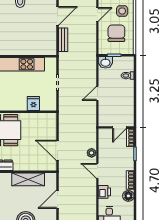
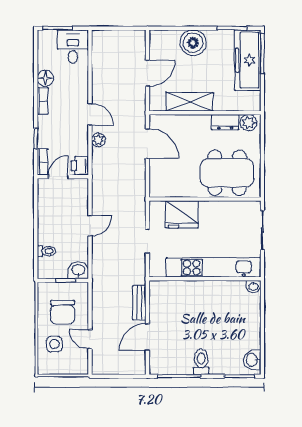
door: (97, 14) -> (90, 339), hinge flipped
fridge: (33, 104) -> (182, 214), width x1.88, depth x1.34
printer: (104, 192) -> (80, 166), moved

